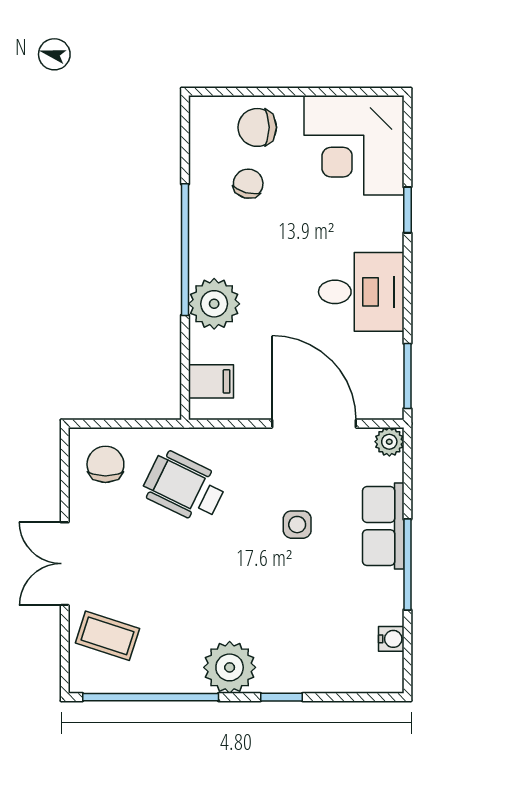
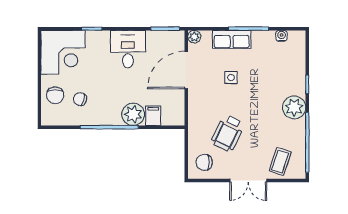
filing cabinet: (211, 381) -> (153, 116), moved
wheelchair: (184, 487) -> (228, 133), moved

